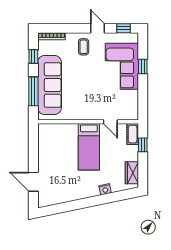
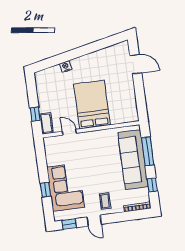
bed: (89, 147) -> (92, 105), width x1.50
wardrobe: (132, 173) -> (42, 86), removed

